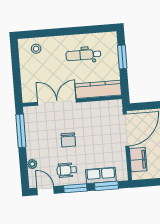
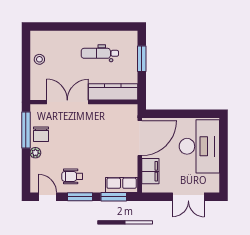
stool: (36, 49) -> (39, 59), moved
chair: (68, 140) -> (41, 134), moved
plant: (32, 164) -> (35, 153), moved
row of seats: (101, 175) -> (122, 185), moved

